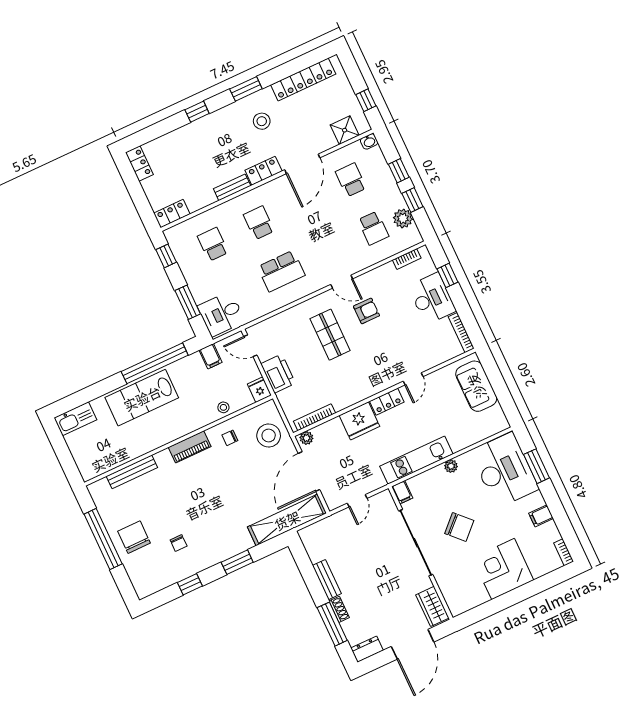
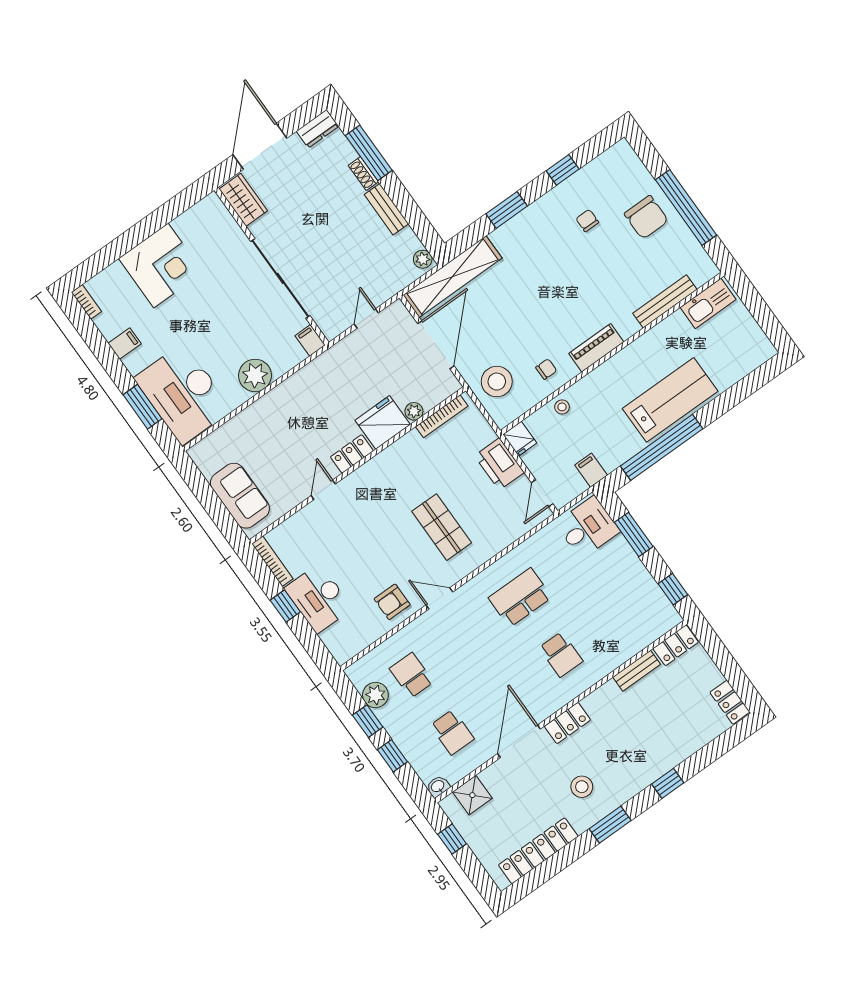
bench: (232, 187) -> (637, 671), moved
school desk: (213, 244) -> (615, 616), removed
bookcase: (407, 259) -> (361, 643), removed
window: (448, 275) -> (285, 606), moved
armchair: (367, 311) -> (392, 602), moved
door: (250, 346) -> (542, 493), swing flipped
kitchen sink: (75, 419) -> (708, 303), moved, turned 180
plant: (306, 438) -> (414, 411), moved
kitchen unit: (416, 460) -> (300, 385), removed
plant: (451, 466) -> (255, 375), width x1.88, depth x1.88
chair: (459, 527) -> (228, 309), removed
plant: (307, 537) -> (423, 259), added

